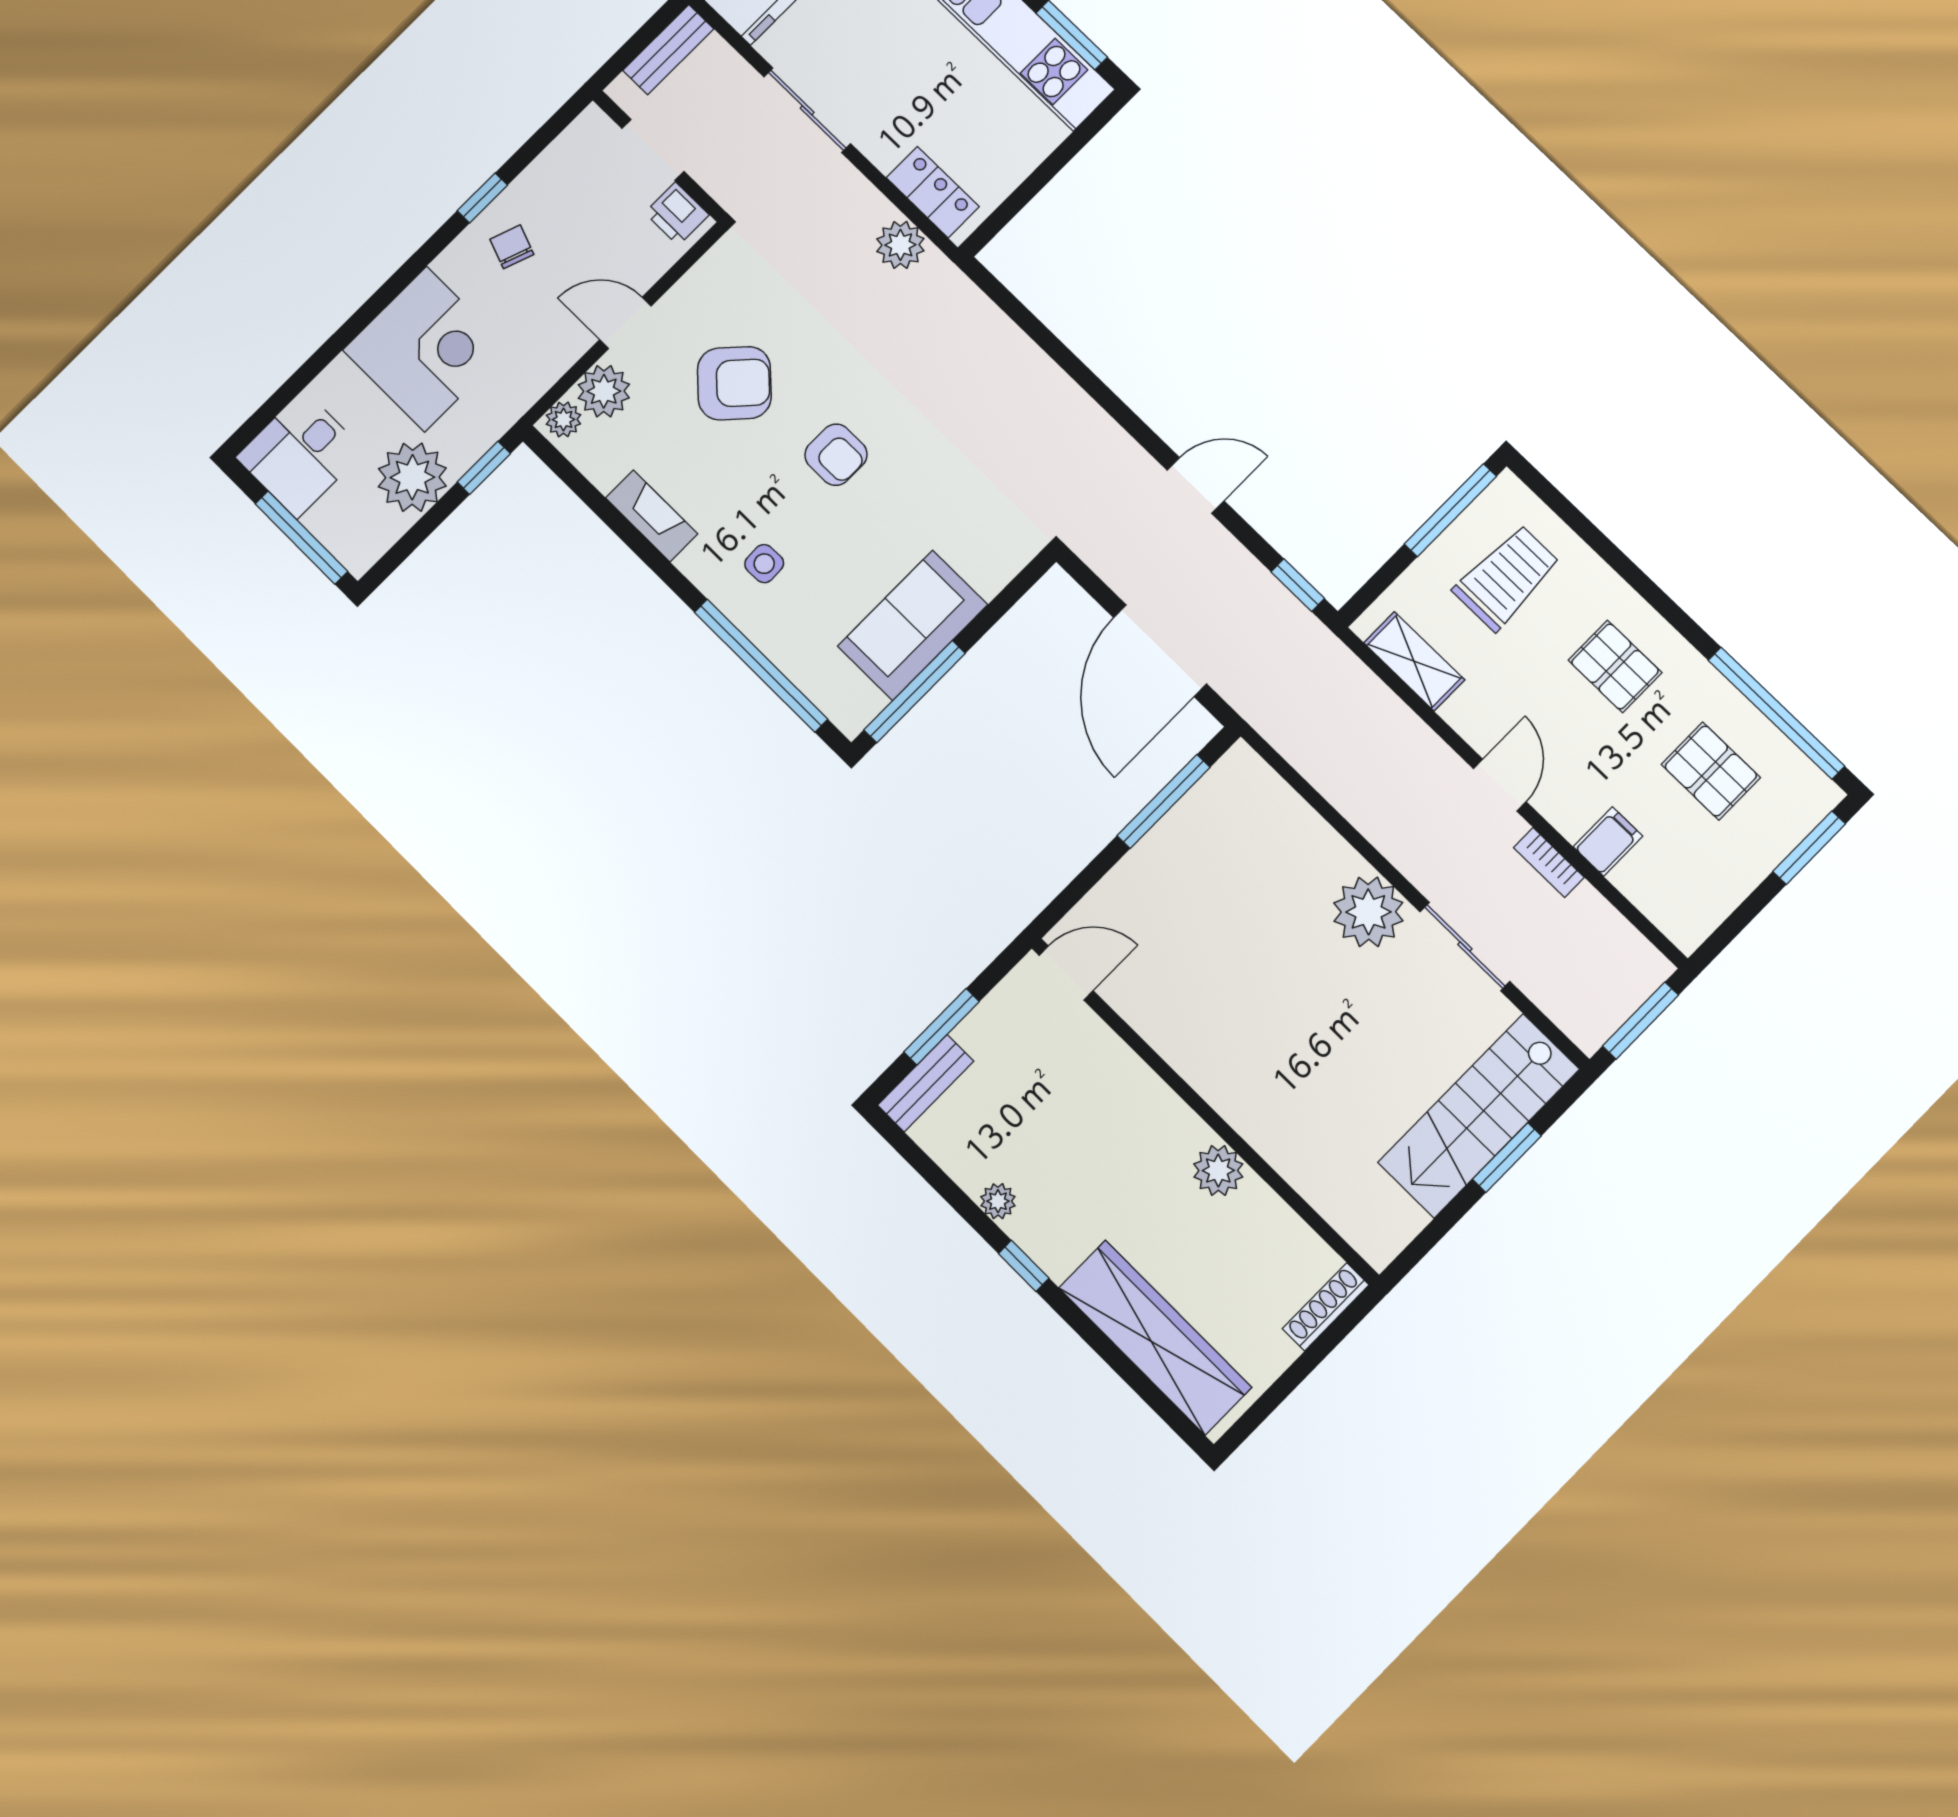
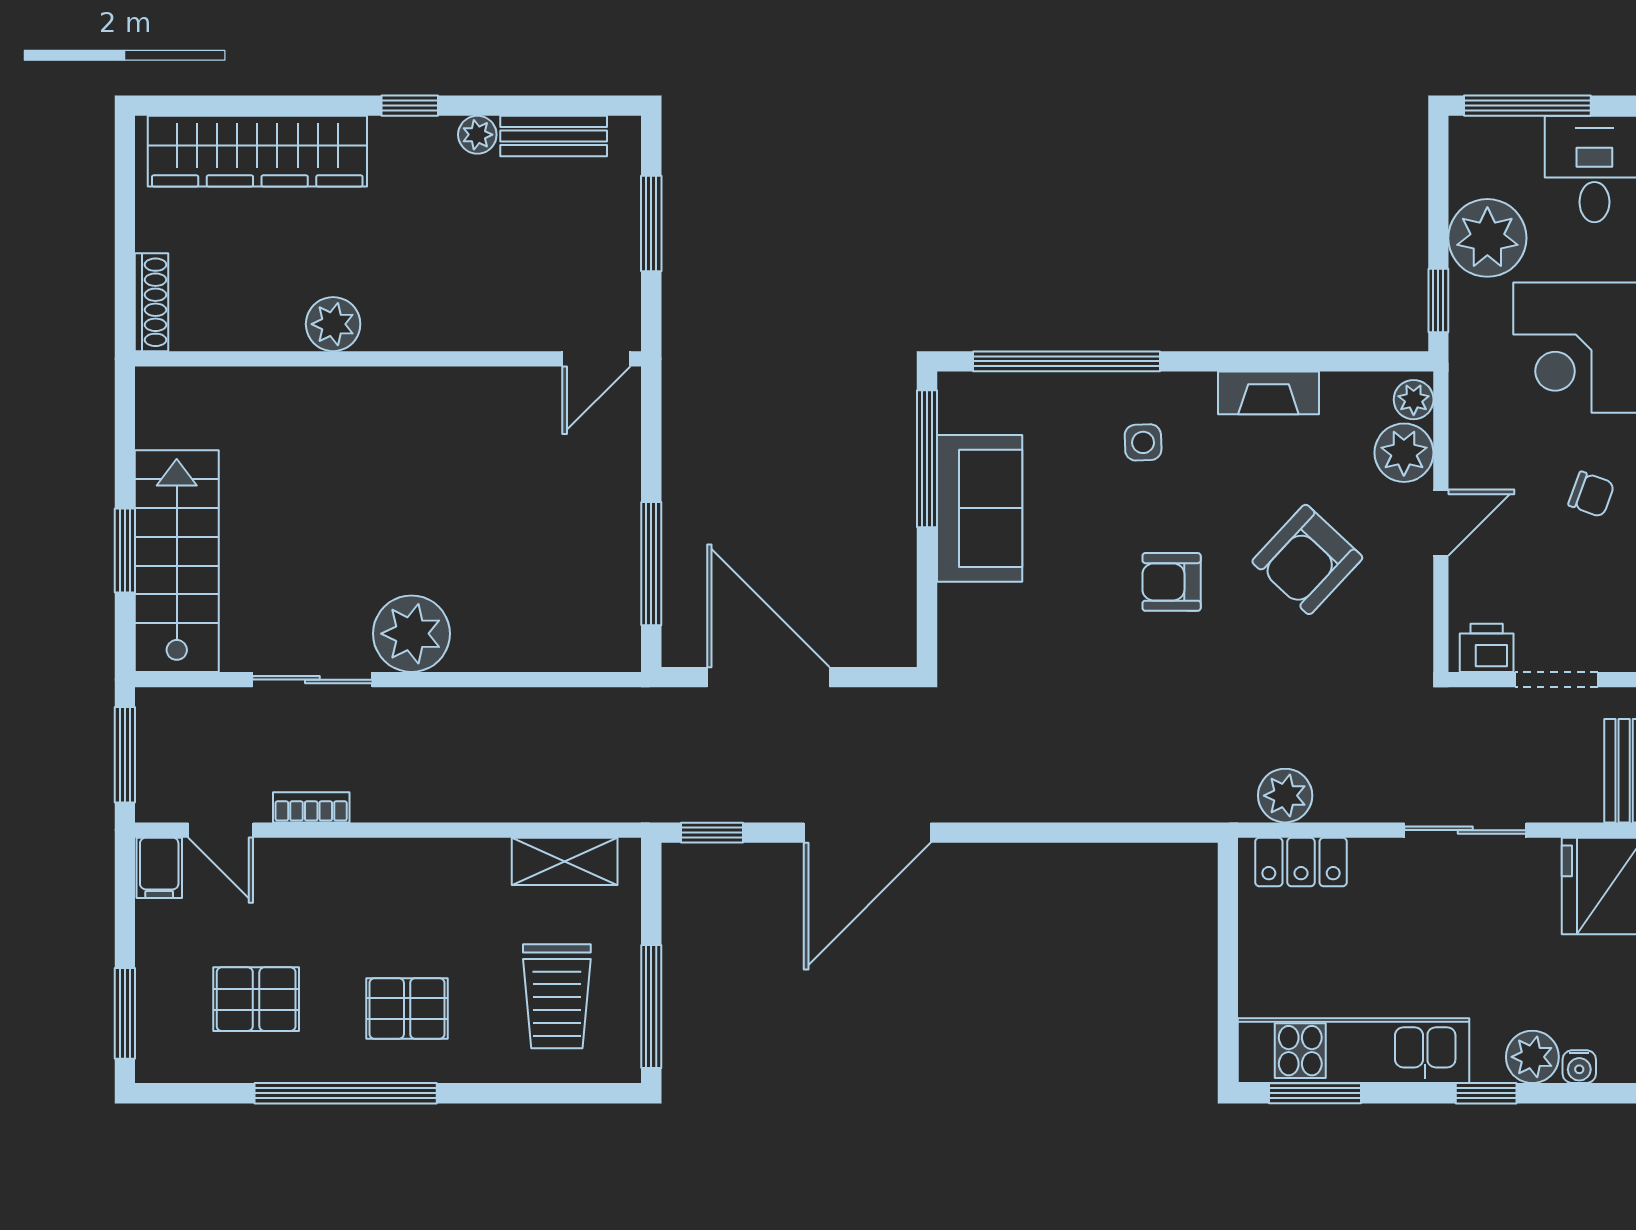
door: (1196, 485) -> (867, 833), width x1.88
window: (1776, 713) -> (346, 1093), moved
door: (1500, 785) -> (221, 830), moved
filing cabinet: (1608, 841) -> (159, 868), moved
bench: (926, 1083) -> (554, 136), moved, turned 90

